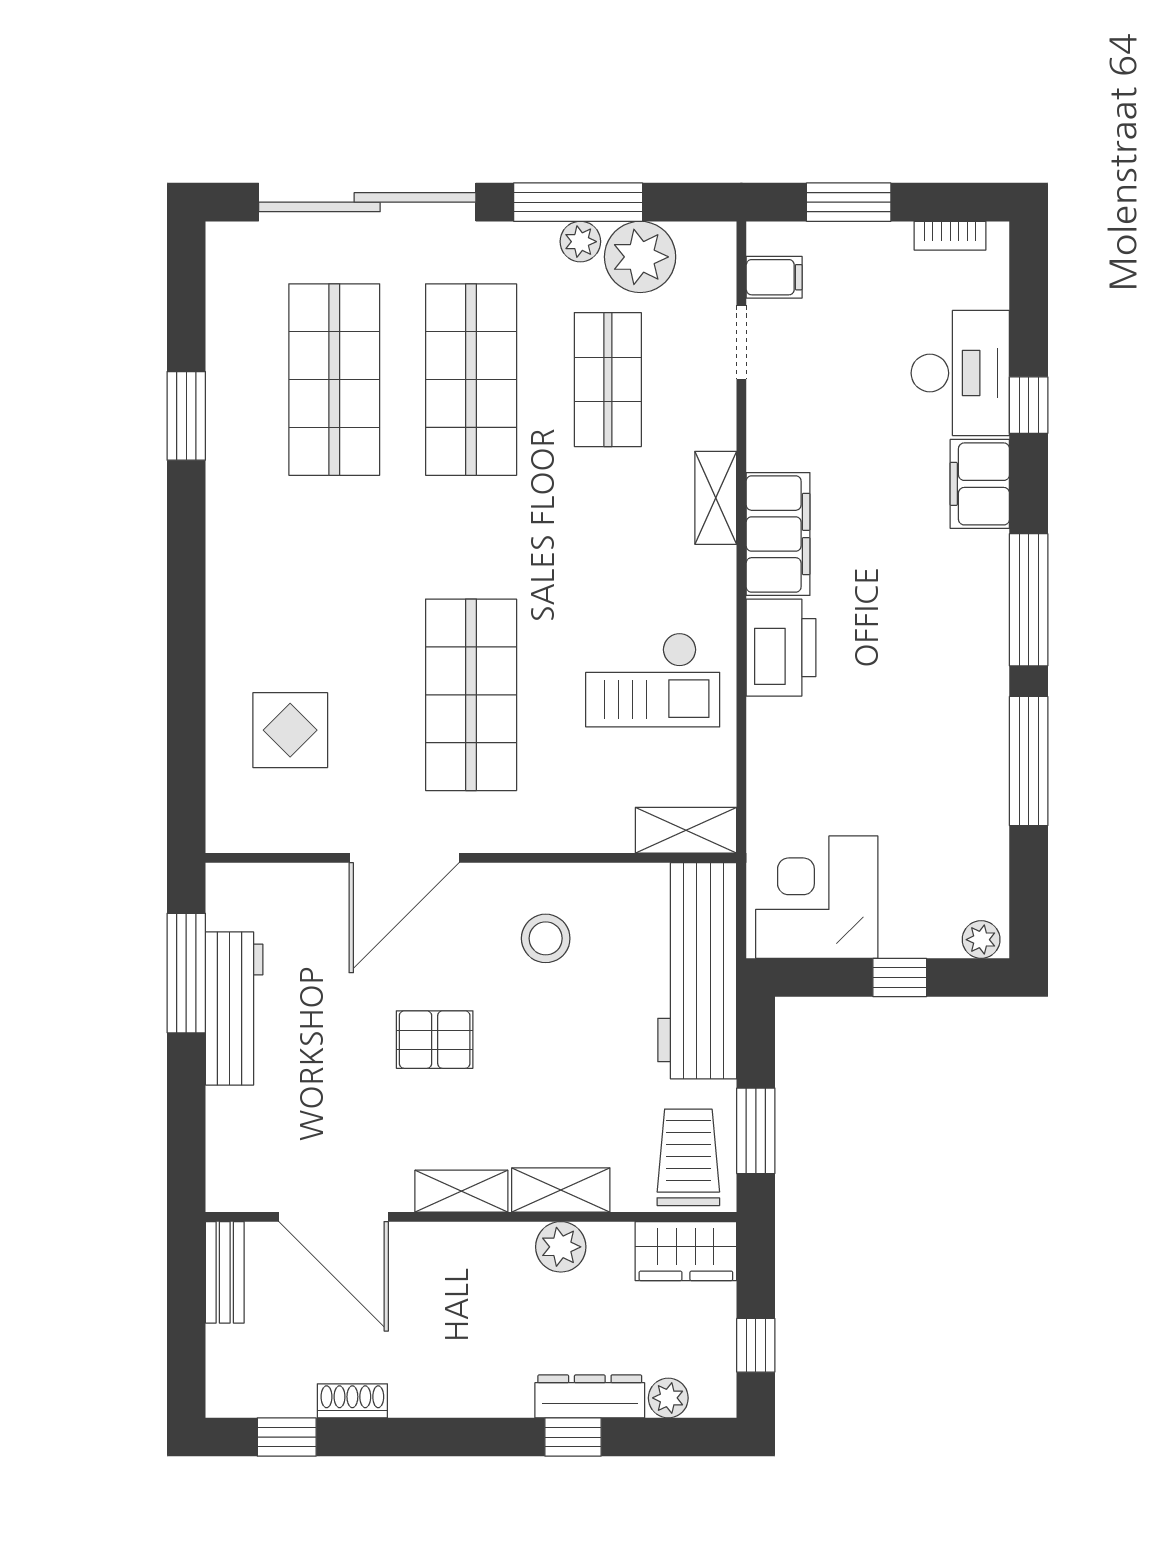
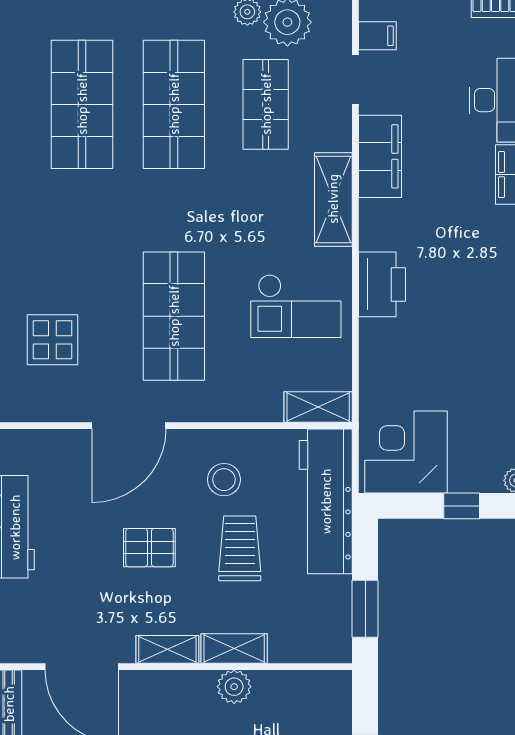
shelving: (716, 498) -> (333, 199), width x1.50, depth x1.33
filing cabinet: (778, 534) -> (380, 156), moved
trolley: (688, 1157) -> (240, 548), moved
wardrobe: (686, 1251) -> (318, 690), removed

